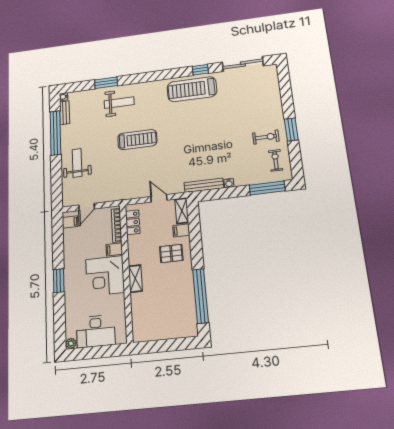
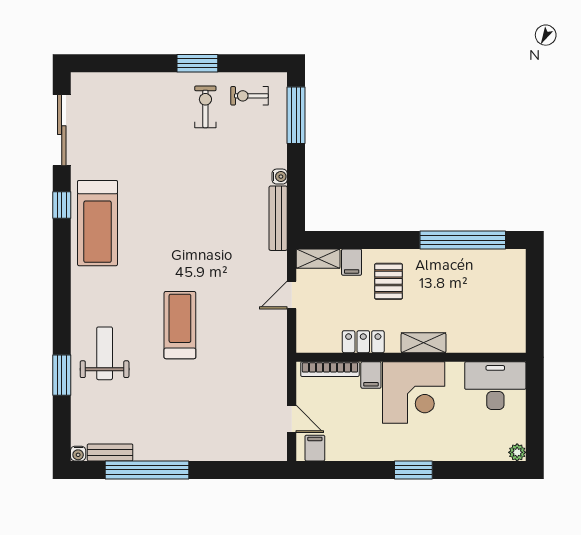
weight bench: (77, 163) -> (209, 433), removed
locker: (133, 222) -> (363, 342), moved
desk: (96, 331) -> (495, 386), moved, turned -90

